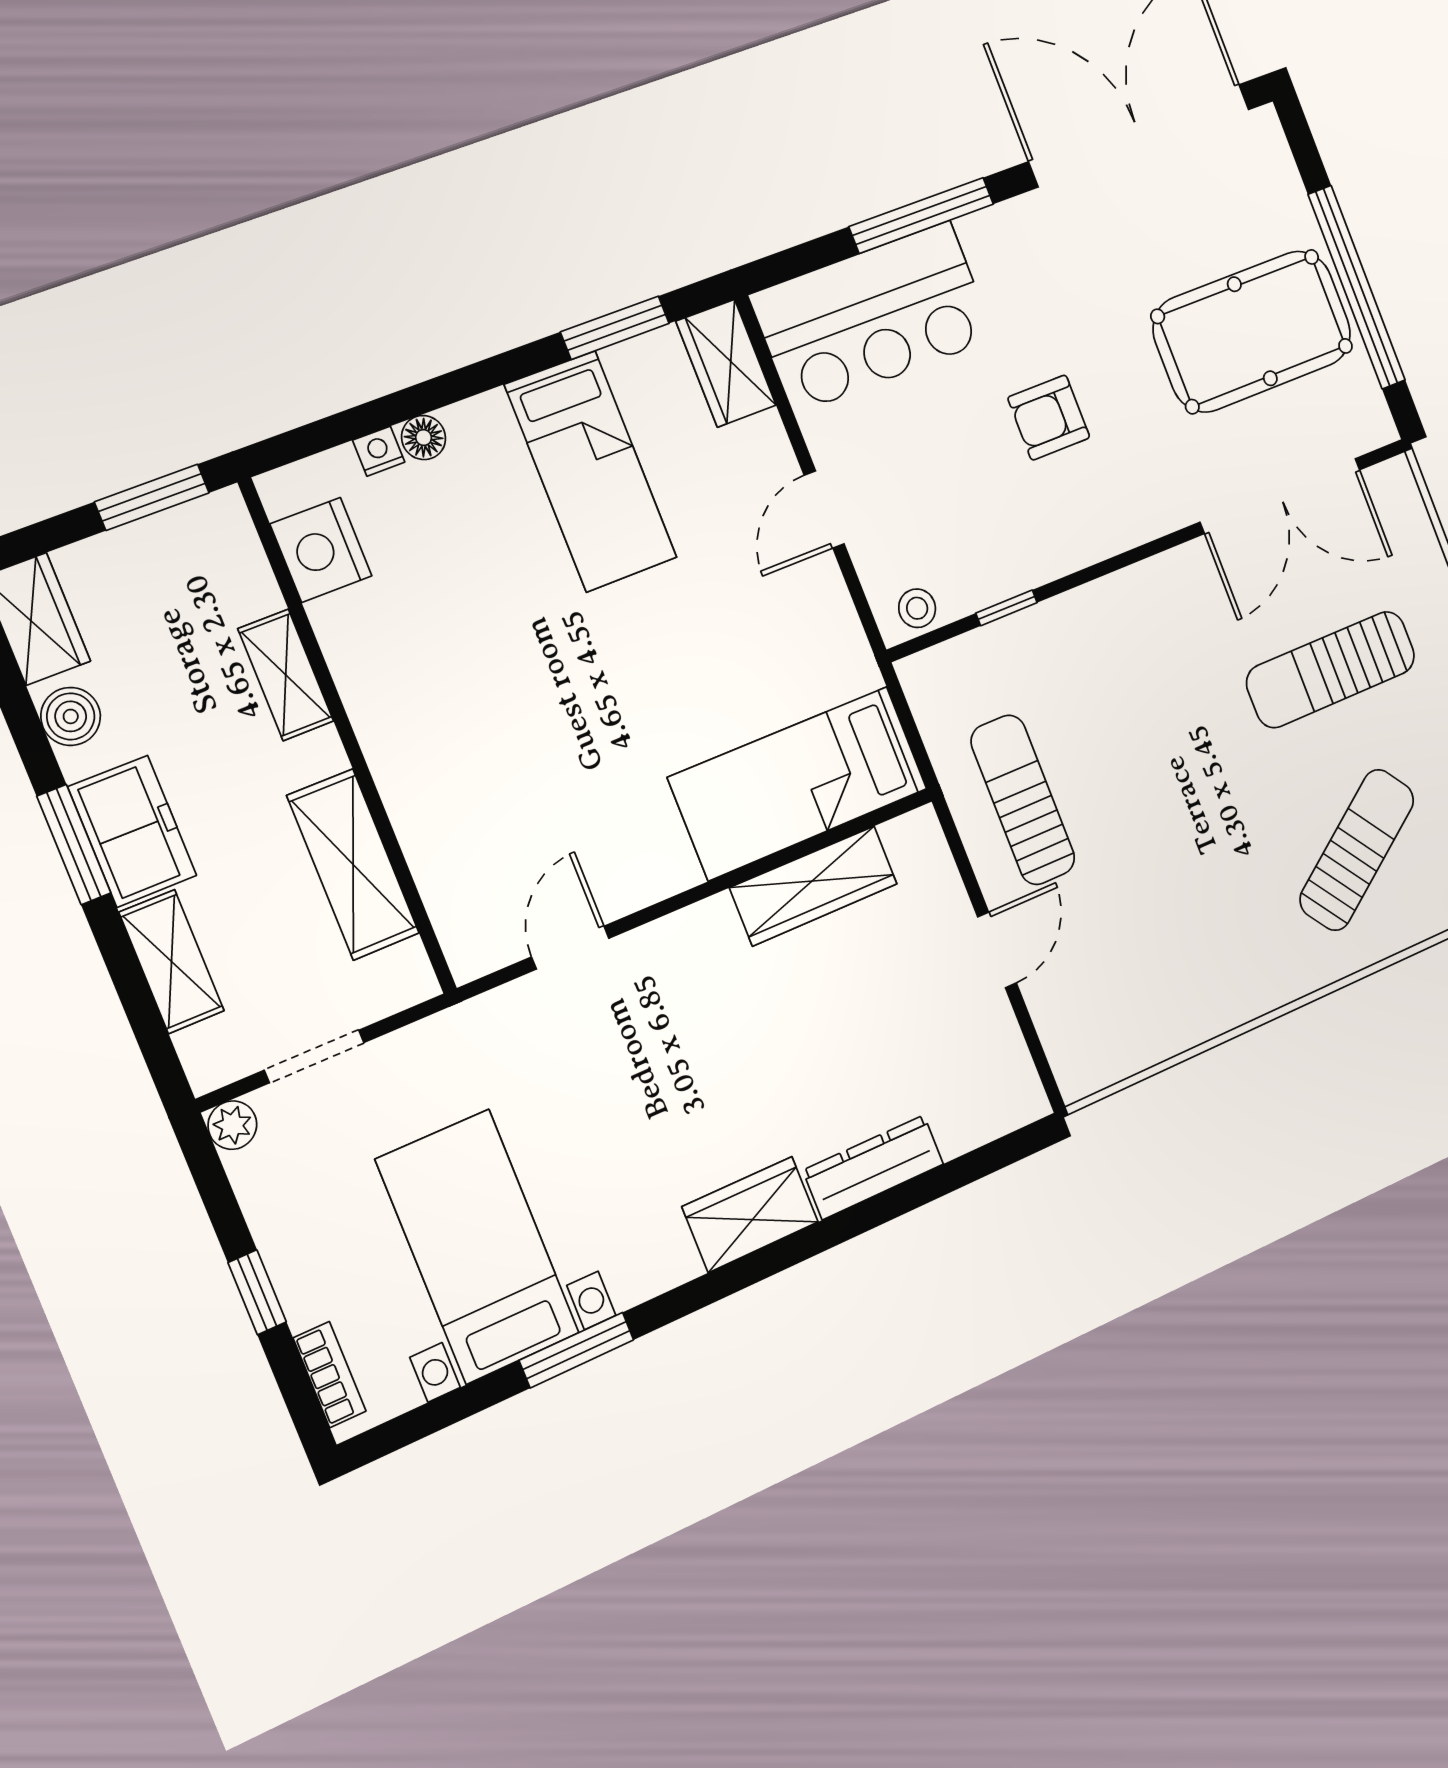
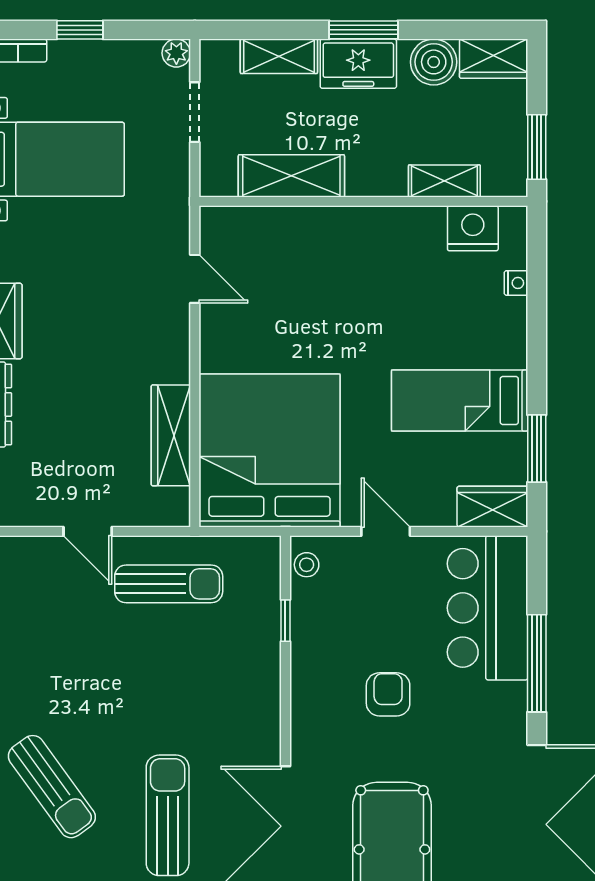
floor lamp: (424, 438) -> (514, 312), removed
shelving: (286, 675) -> (444, 181), moved
boiler: (71, 716) -> (434, 62), width x1.36, depth x1.36
bed: (798, 783) -> (270, 450), width x2.04

